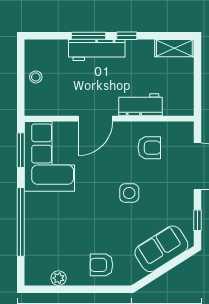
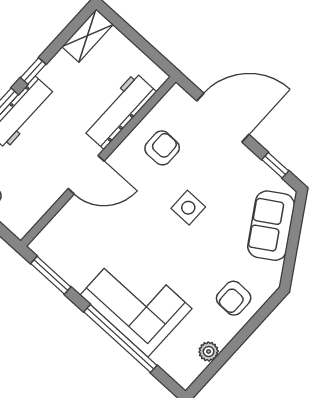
workbench: (140, 105) -> (120, 111), width x1.37
door: (95, 119) -> (86, 175), hinge flipped
corner sofa: (49, 156) -> (136, 302), moved

